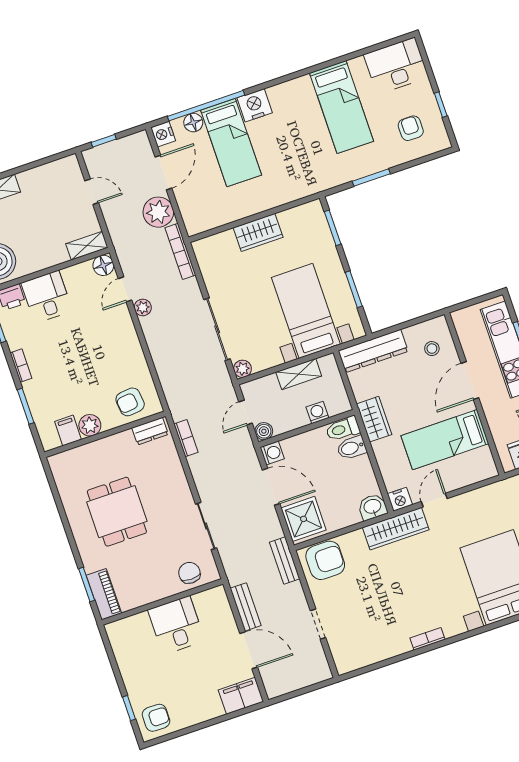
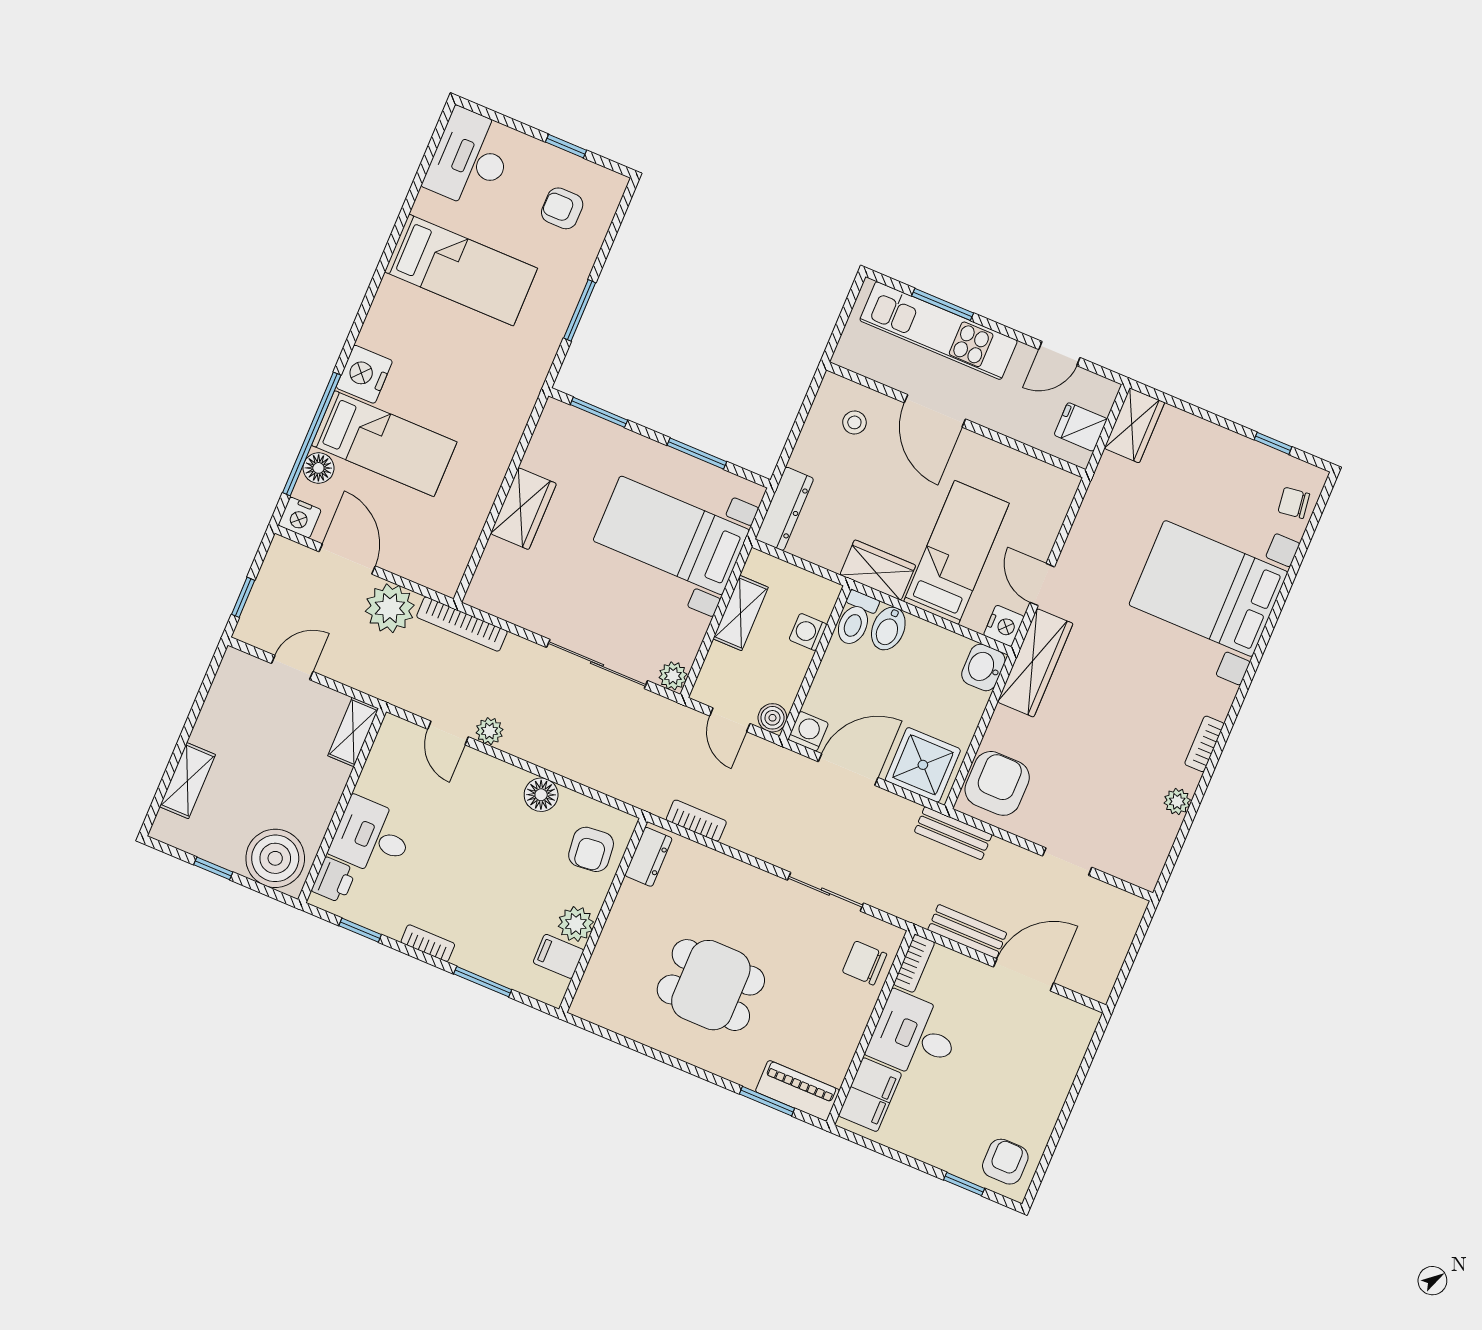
floor lamp: (103, 265) -> (541, 795), moved
dresser: (373, 351) -> (784, 509), width x0.73, depth x0.80
bed: (445, 440) -> (956, 553), moved, turned 180
bookcase: (209, 596) -> (914, 963), added
plant: (390, 650) -> (1177, 801), added
filing cabinet: (241, 696) -> (870, 1095), moved, turned 180

